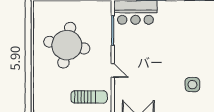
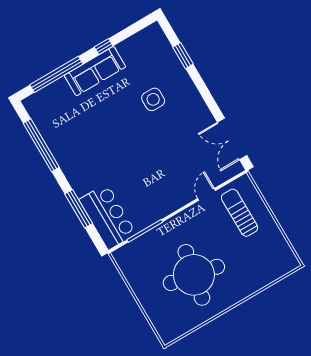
door: (113, 70) -> (207, 194), moved

